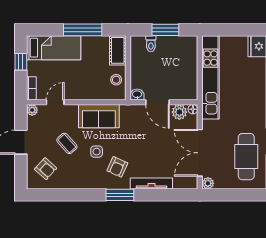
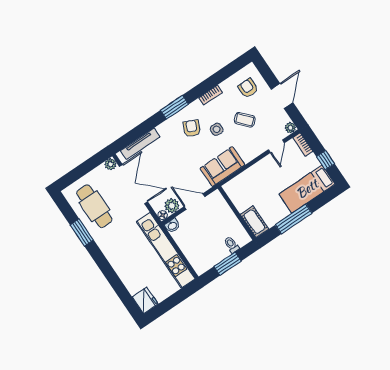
stool: (116, 80) -> (240, 197), removed
washbasin: (137, 95) -> (172, 226), moved
sofa: (99, 116) -> (222, 167), moved
armchair: (46, 169) -> (248, 88), turned 48
bookcase: (82, 184) -> (211, 95), added
tv unit: (151, 184) -> (140, 144), moved

